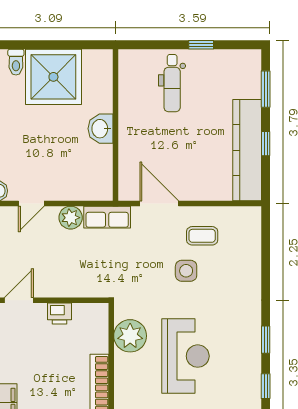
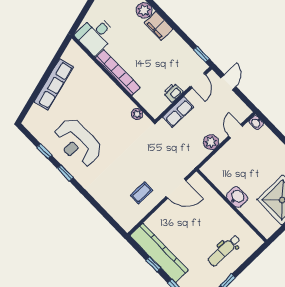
dental chair: (172, 83) -> (224, 250), turned -90
row of seats: (107, 217) -> (178, 112), moved, turned 180
side table: (186, 271) -> (133, 169), removed
plant: (130, 336) -> (137, 114), width x0.53, depth x0.53
reception desk: (185, 356) -> (77, 143), moved

